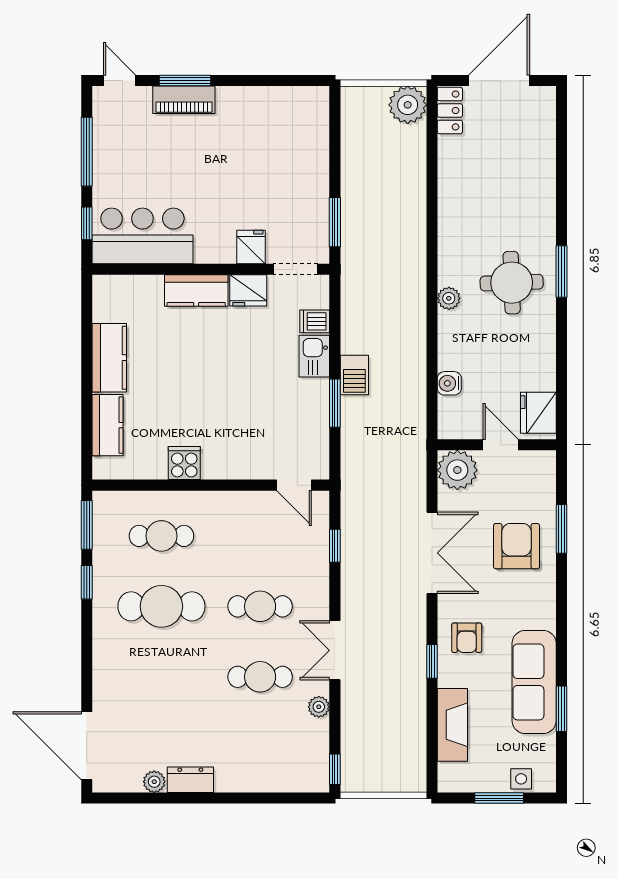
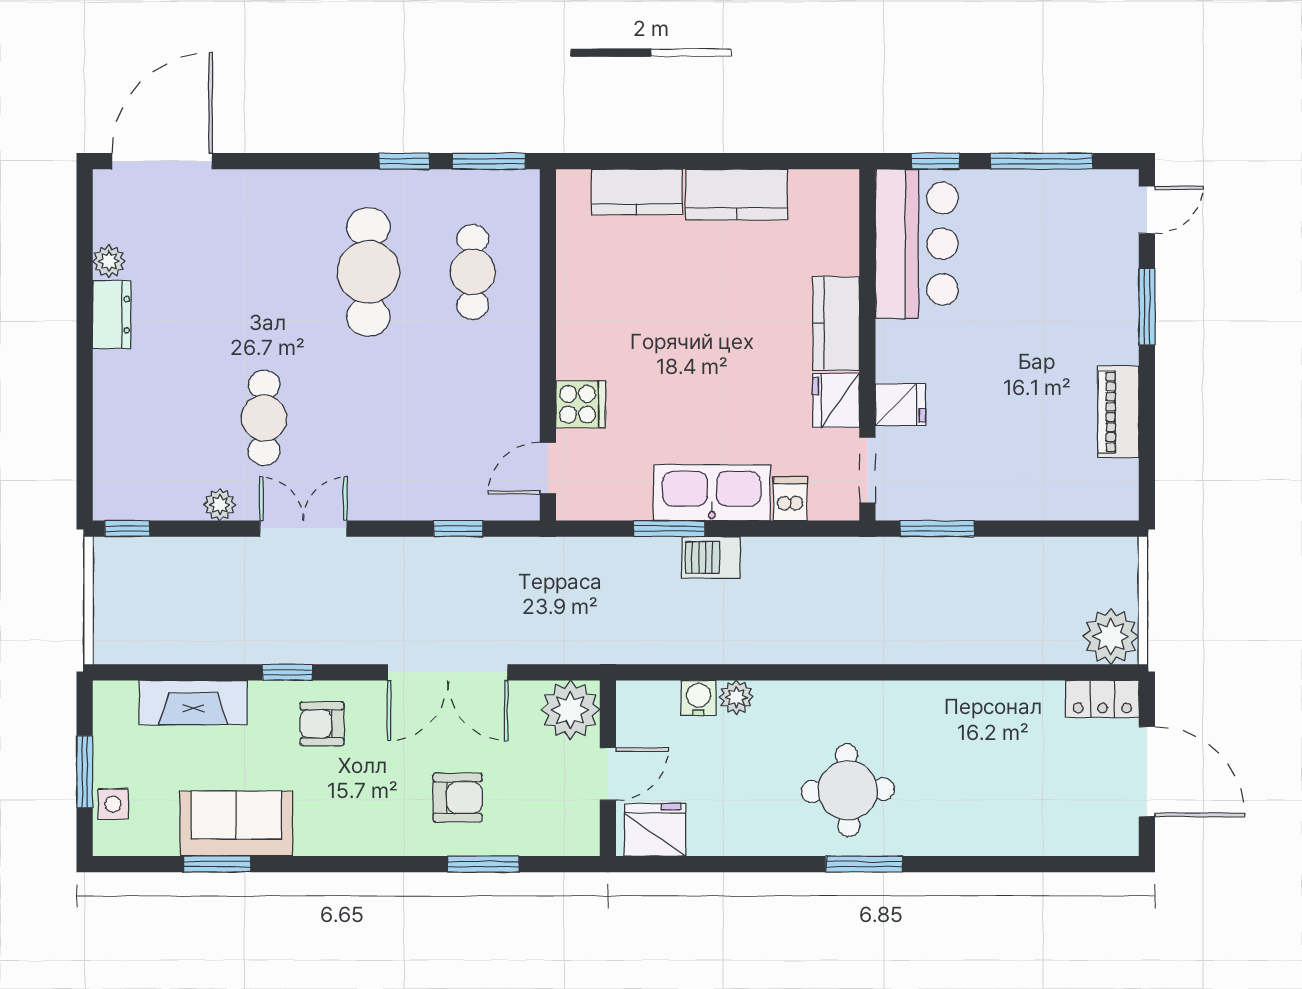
piano: (184, 100) -> (1118, 412), moved
plant: (449, 298) -> (736, 697), moved
kitchen sink: (314, 356) -> (712, 493), width x1.88, depth x1.24
cooker: (184, 463) -> (581, 404), moved
armchair: (517, 546) -> (458, 798), width x0.72, depth x0.72
cafe table: (260, 606) -> (368, 418), removed
sofa: (534, 682) -> (236, 824), width x0.73

